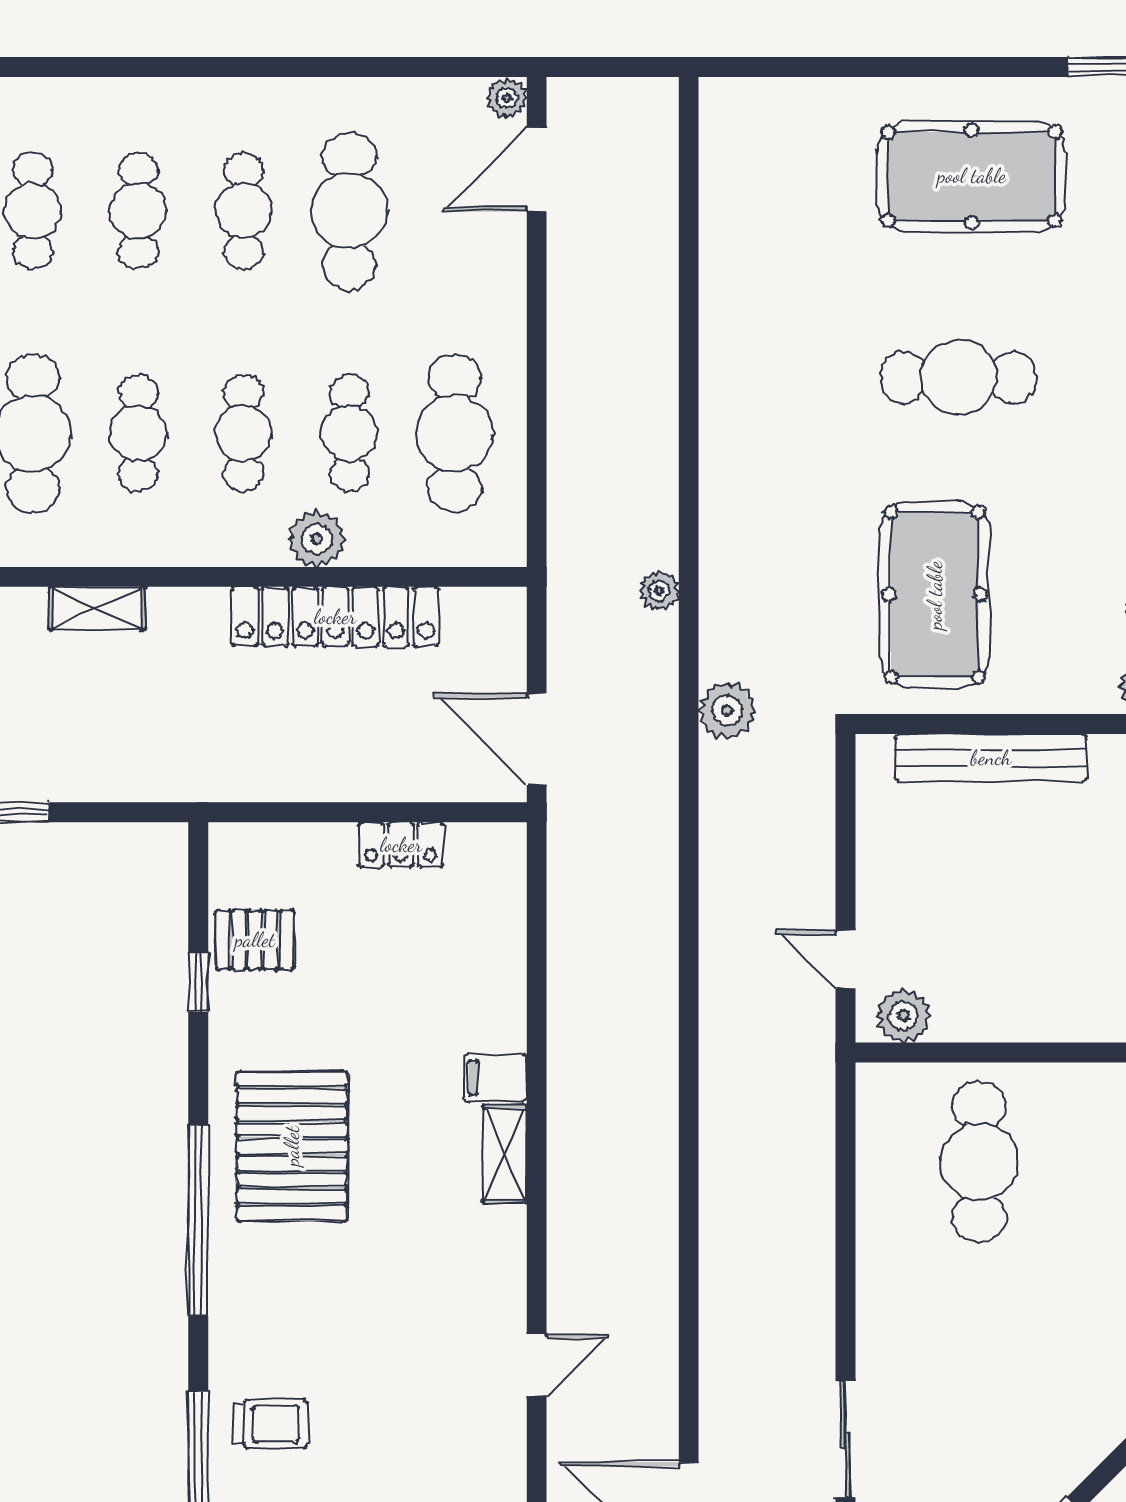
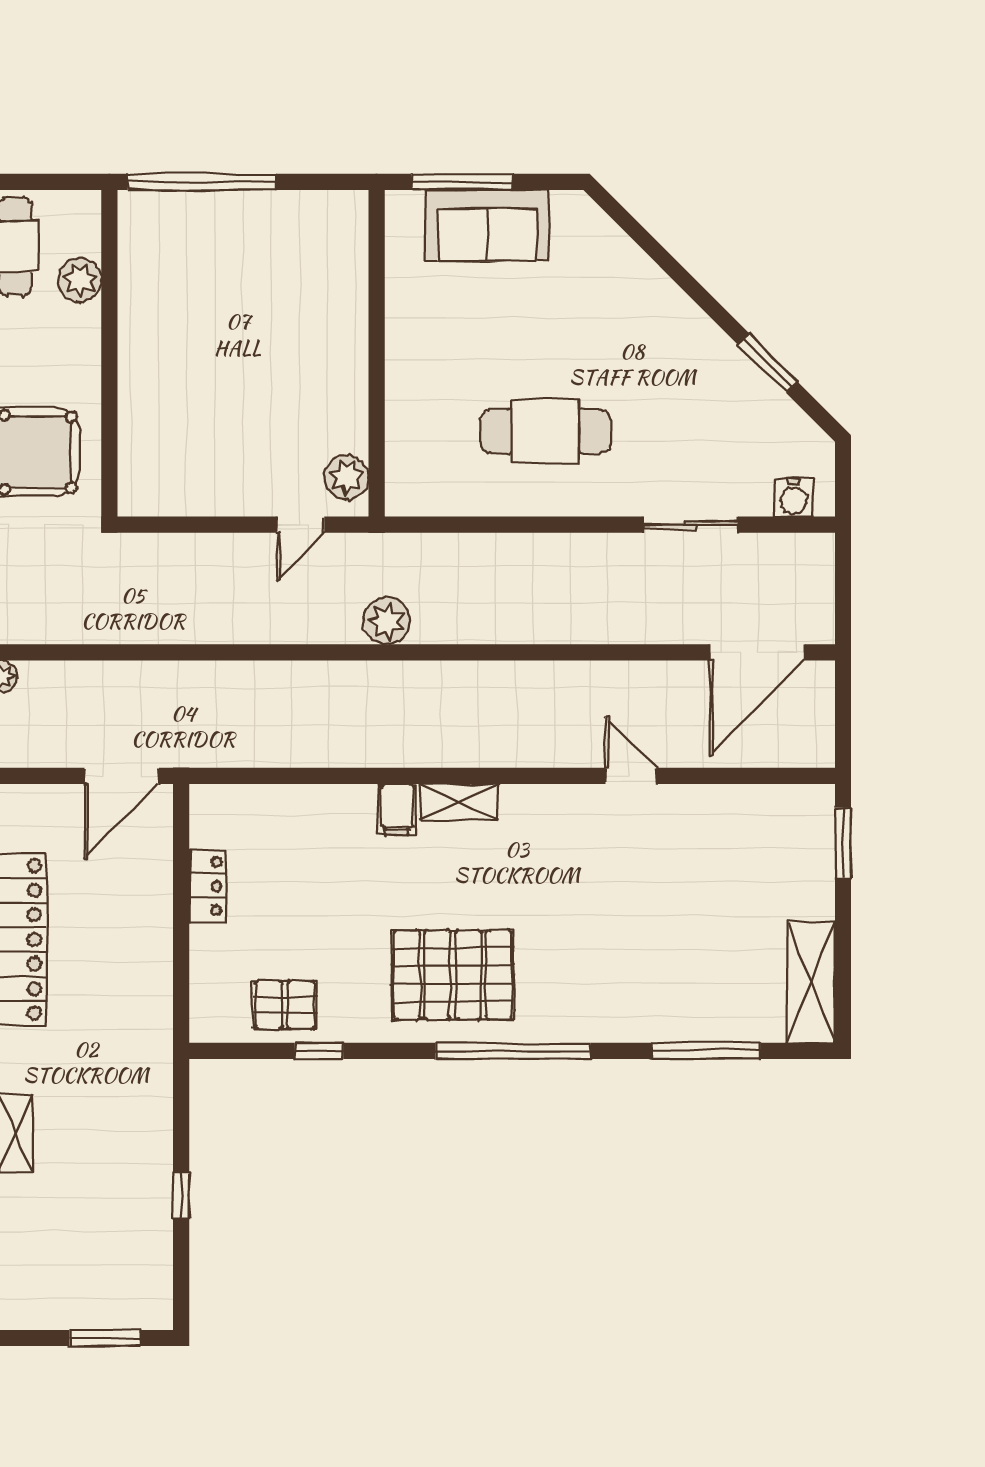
plant: (727, 710) -> (387, 621), moved
bench: (991, 758) -> (137, 406), removed
pallet: (255, 940) -> (285, 1005), turned 90
cafe table: (979, 1162) -> (545, 431), moved
trolley: (270, 1424) -> (678, 992), removed

